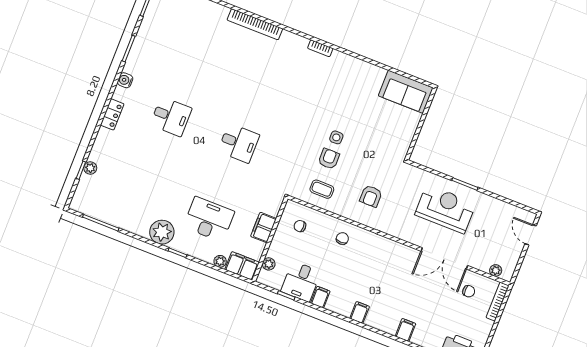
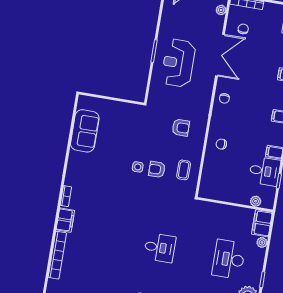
sofa: (406, 92) -> (85, 131), moved
desk: (239, 143) -> (160, 248), turned 90
chair: (300, 226) -> (224, 98), moved
filing cabinet: (263, 227) -> (65, 220), moved, turned -90

